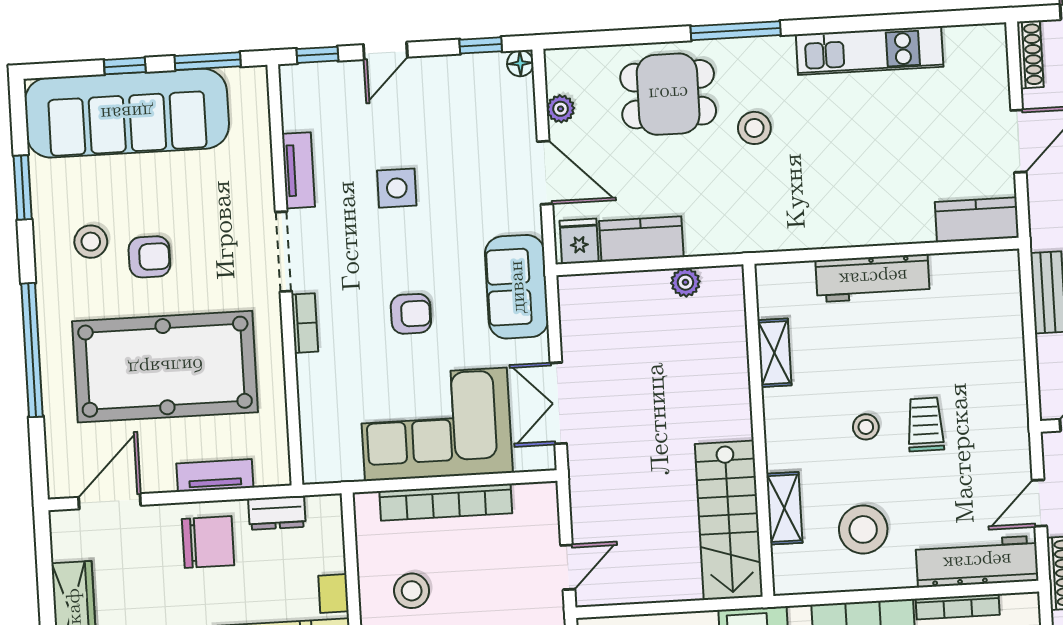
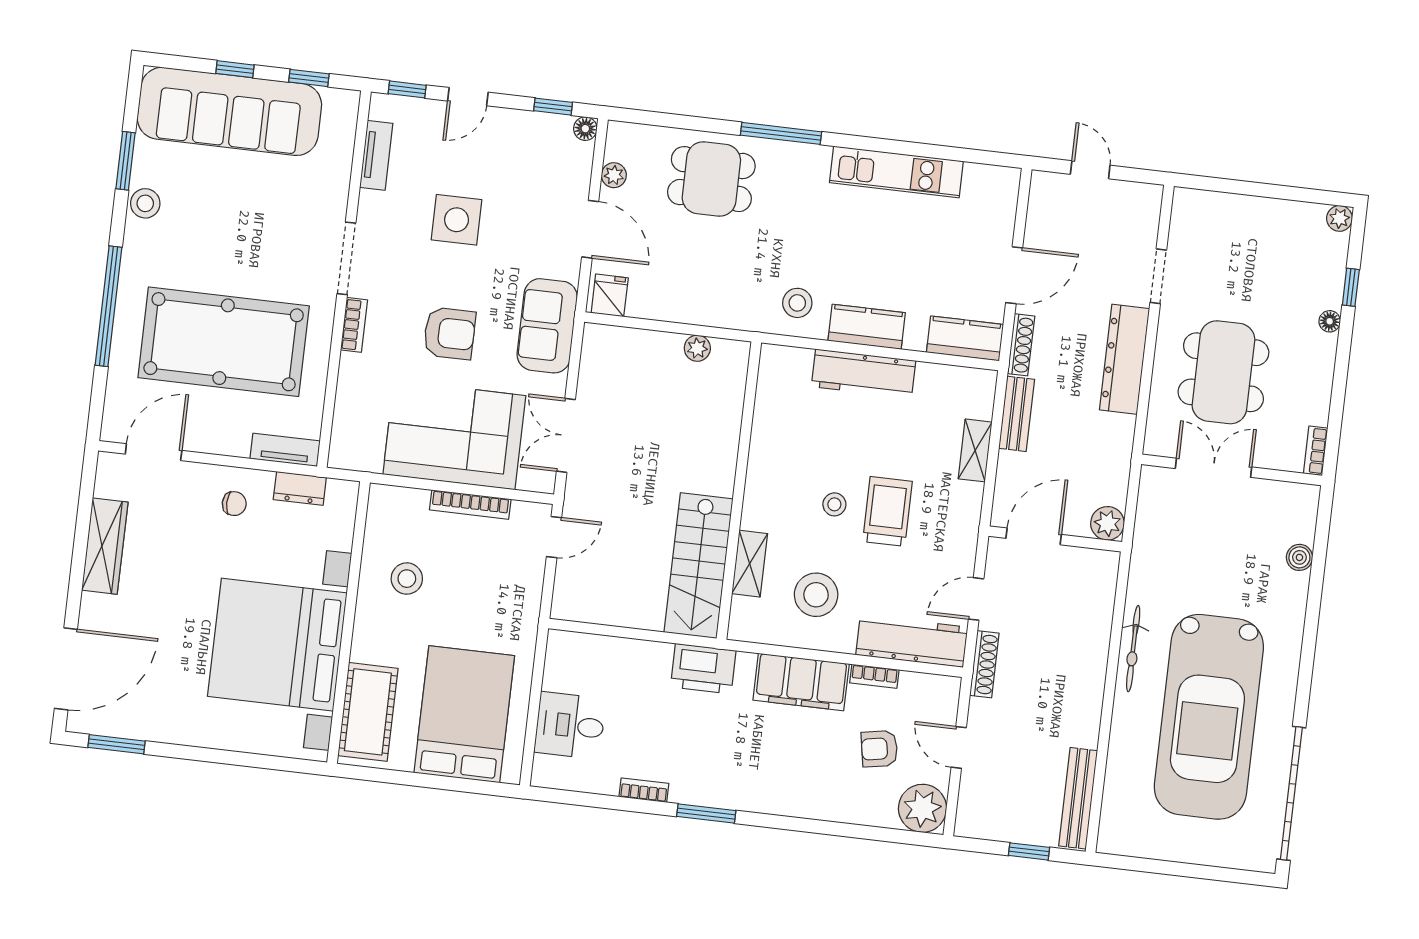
shoe rack: (1030, 54) -> (1021, 345), moved
window: (208, 61) -> (309, 78), width x0.67
stool: (754, 128) -> (797, 303), moved
tv unit: (298, 170) -> (376, 155), moved
side table: (397, 188) -> (457, 220), width x1.37, depth x1.37
kitchen counter: (641, 239) -> (867, 327), moved
stool: (91, 242) -> (145, 203), moved
armchair: (149, 257) -> (227, 242), removed
armchair: (411, 314) -> (449, 333), width x1.38, depth x1.38
shelving: (774, 353) -> (975, 450), moved
trolley: (925, 424) -> (887, 511), width x1.36, depth x1.39
tv unit: (215, 476) -> (285, 450), moved
bookcase: (446, 502) -> (470, 504), width x0.68, depth x0.76
chair: (208, 542) -> (234, 504), width x0.54, depth x0.54
door: (568, 567) -> (554, 537), moved
bookcase: (958, 607) -> (874, 676), width x0.64

